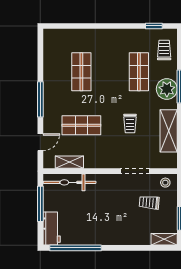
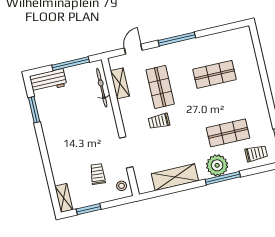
trolley: (130, 123) -> (159, 121), moved
door: (40, 142) -> (133, 49), swing flipped
bicycle: (70, 182) -> (102, 88), width x0.73, depth x0.71
window: (76, 248) -> (34, 110), width x0.47

